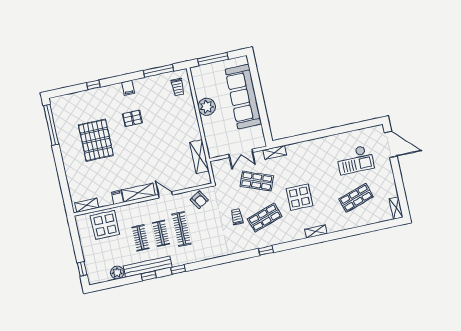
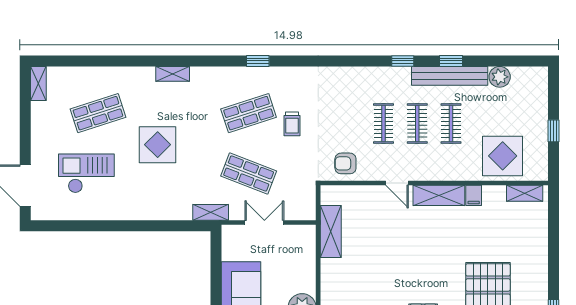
display table: (299, 197) -> (158, 145), moved
armchair: (199, 200) -> (345, 163), turned -58
clothes rail: (181, 229) -> (384, 124), width x0.73
window: (82, 269) -> (553, 131), moved

